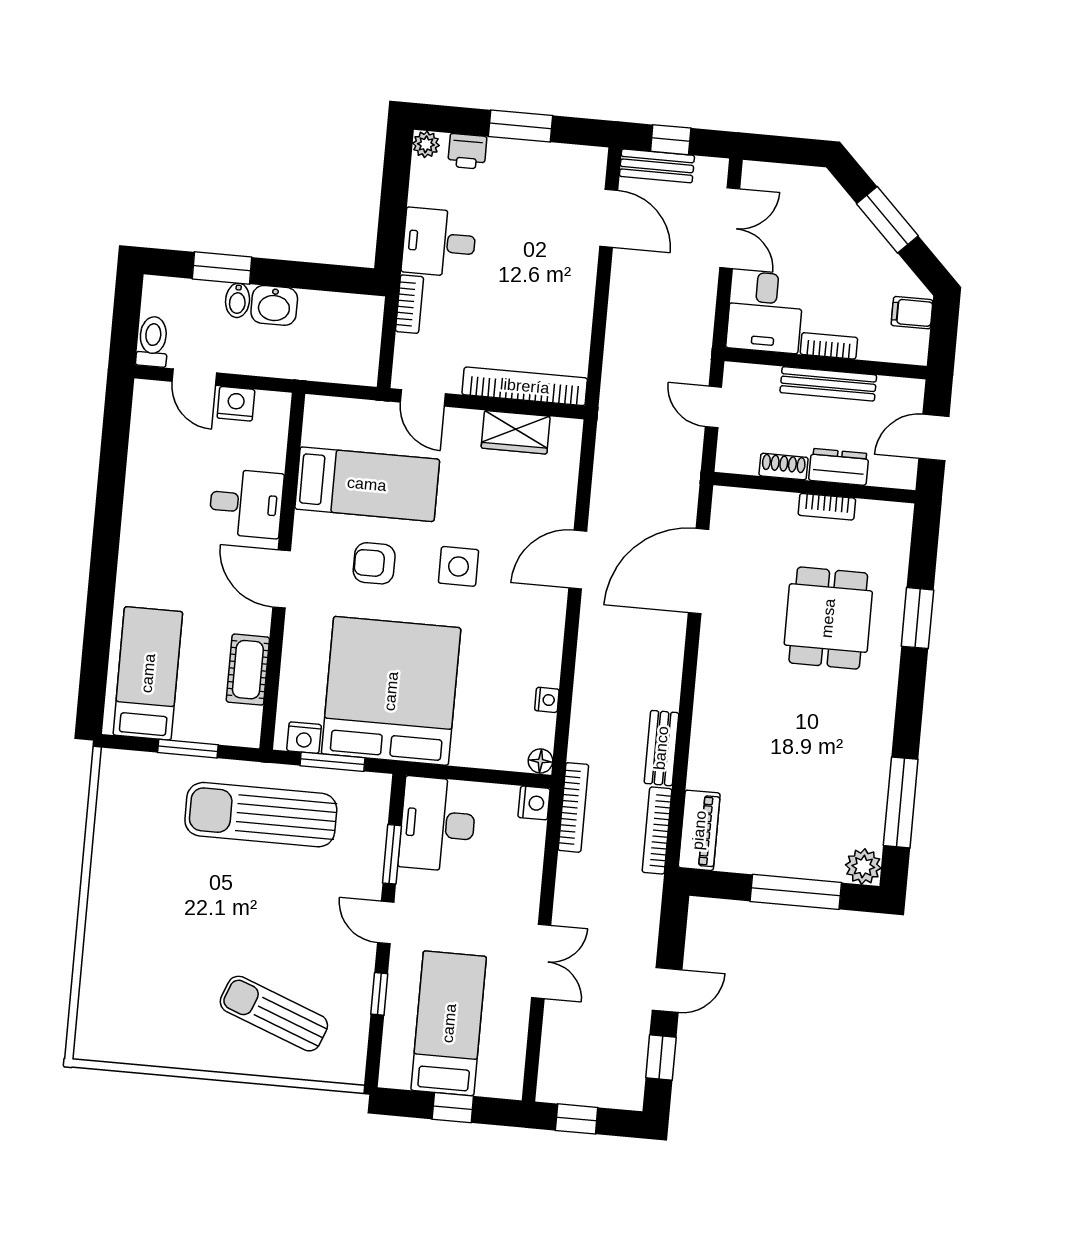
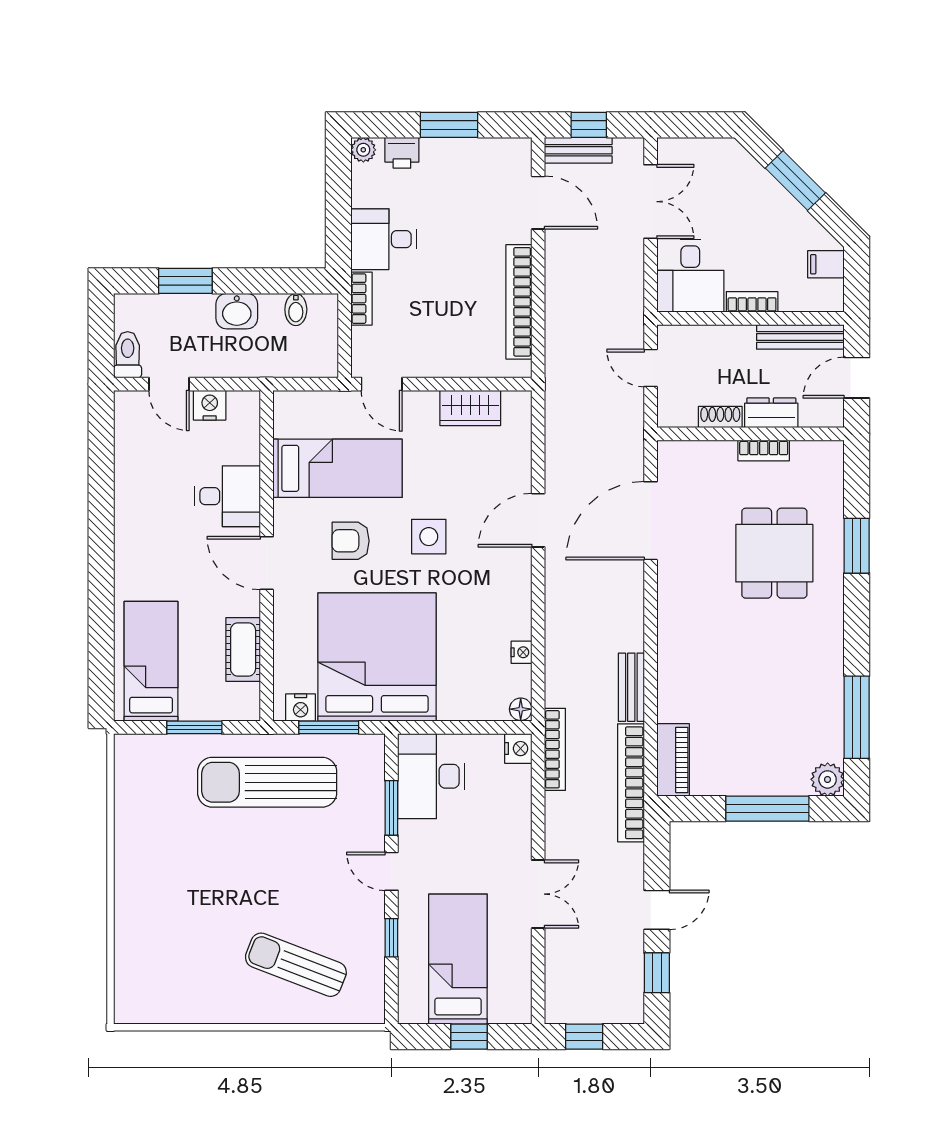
bidet: (238, 300) -> (296, 310), moved
bench: (828, 384) -> (800, 337), moved
bookcase: (525, 386) -> (519, 302), moved, turned -90
bookcase: (657, 831) -> (631, 783), width x1.48, depth x1.31

